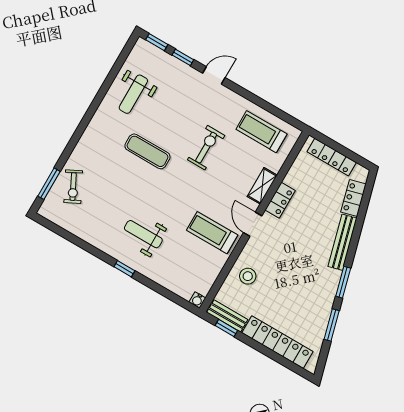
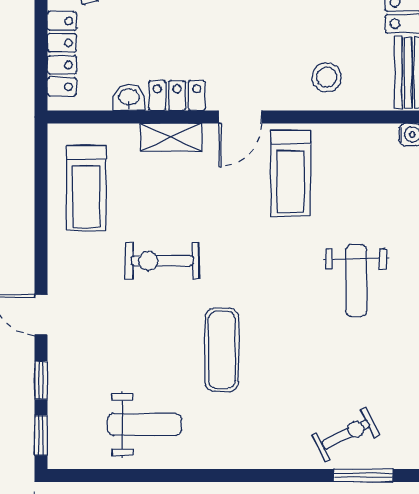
washbasin: (292, 177) -> (129, 98), added

